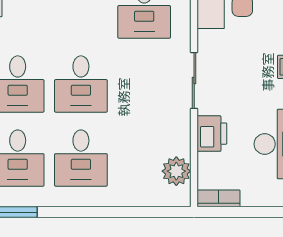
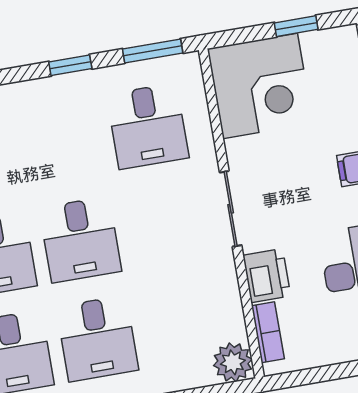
plant: (176, 171) -> (233, 362), moved
bookcase: (218, 198) -> (268, 332), moved, turned 90

